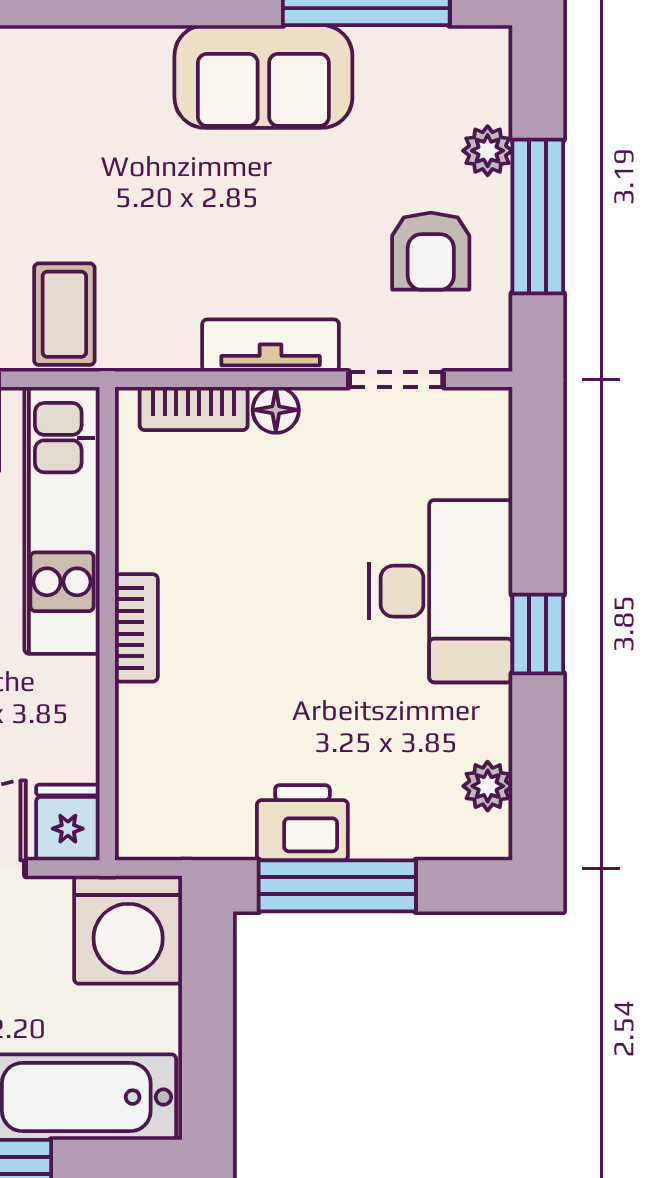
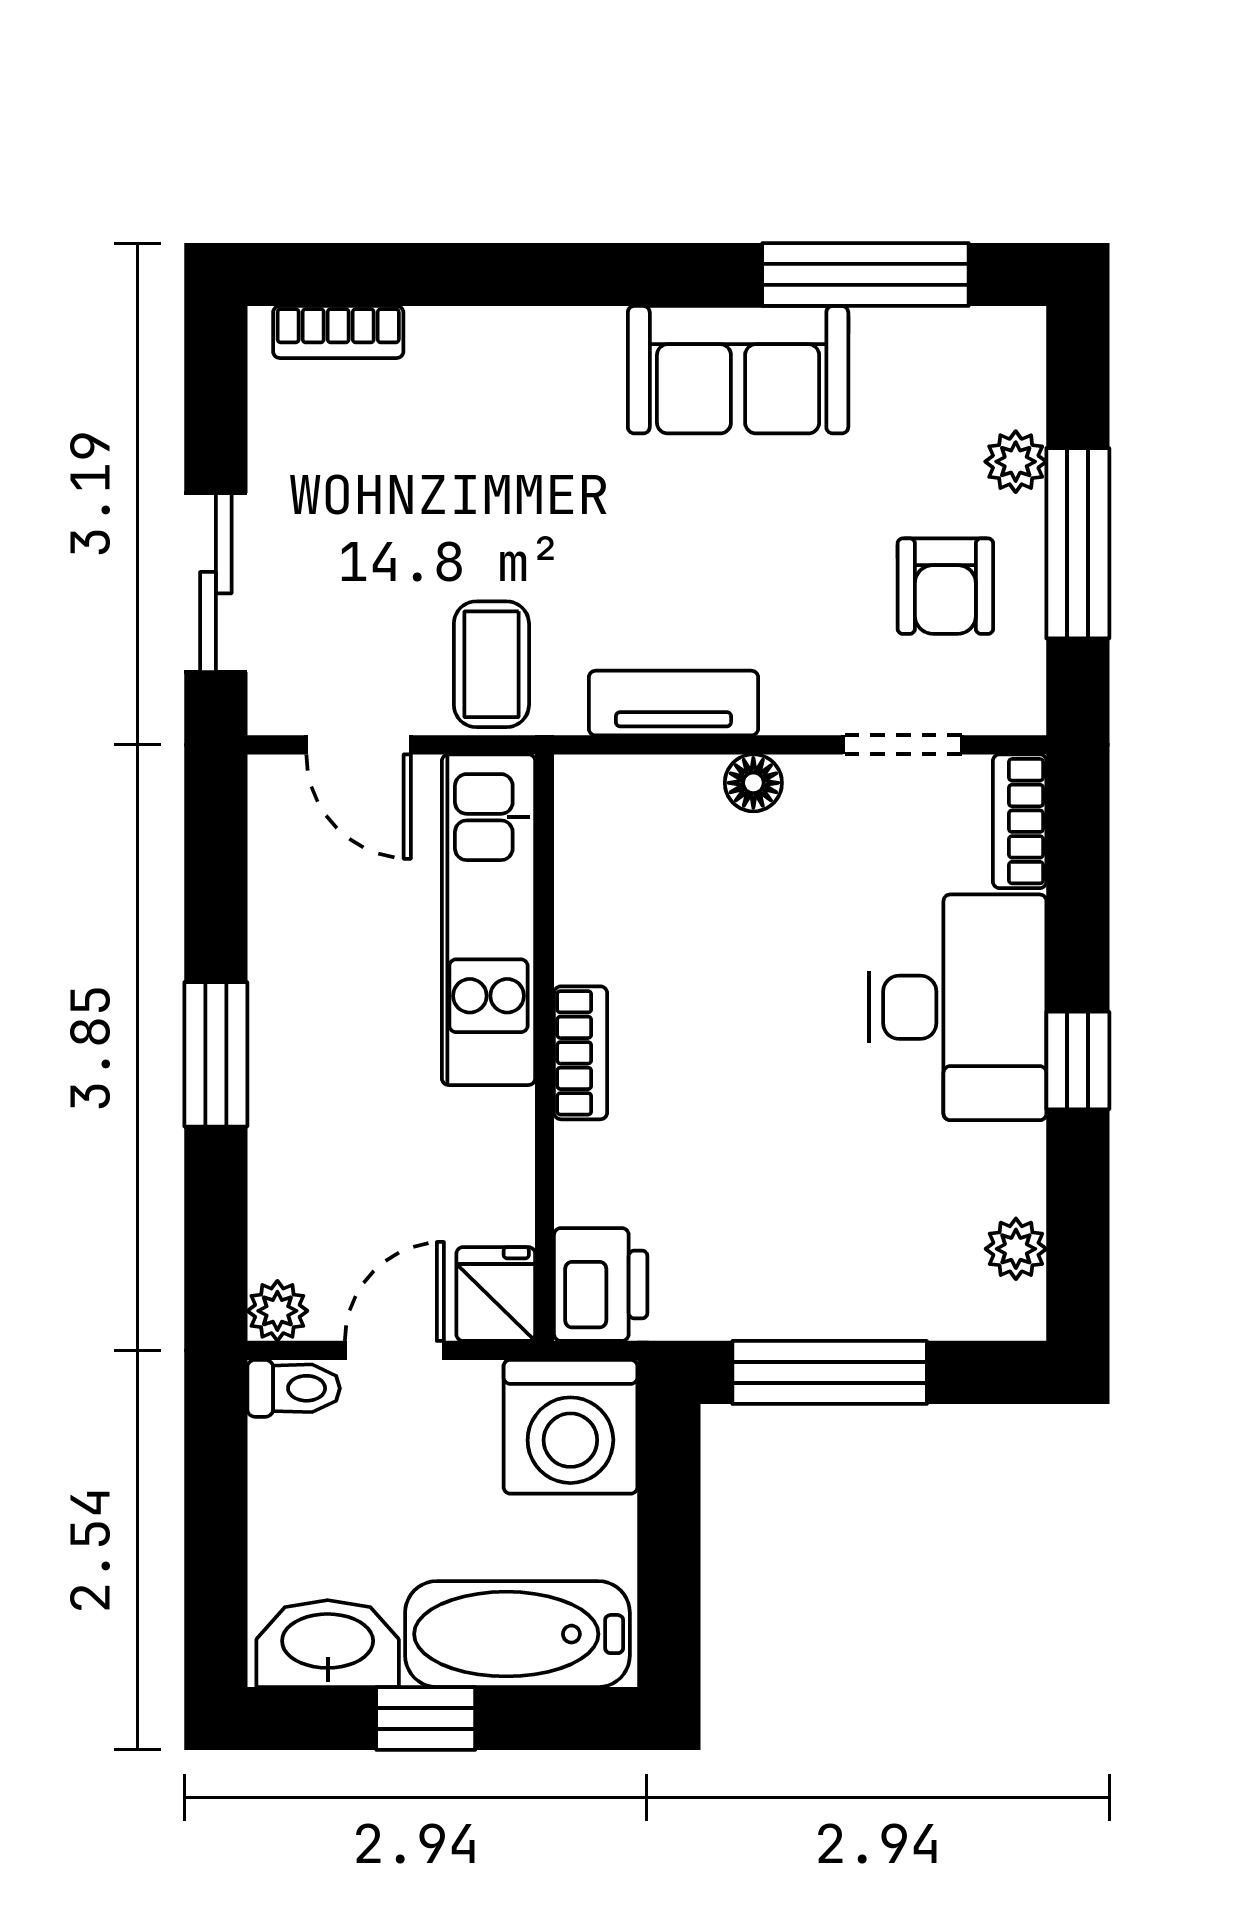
tv unit: (271, 346) -> (673, 703), moved
bookcase: (194, 408) -> (1020, 821), moved, turned 90
printer: (302, 823) -> (601, 1285), moved, turned 90

